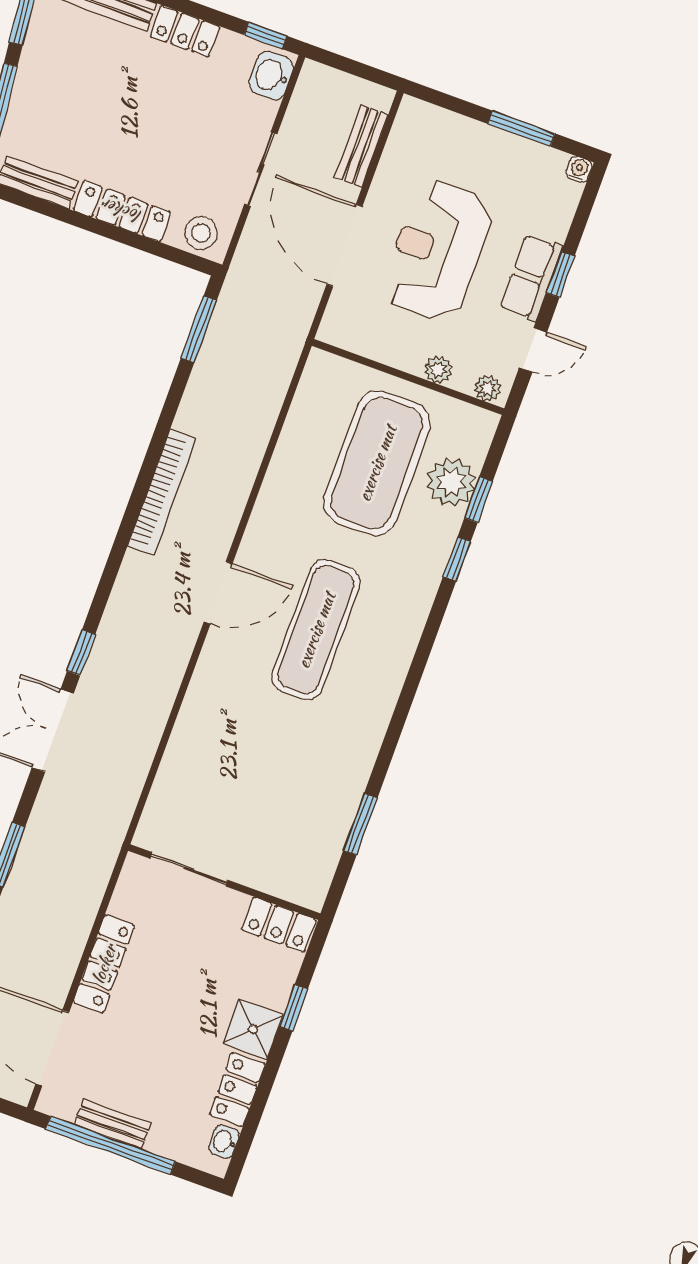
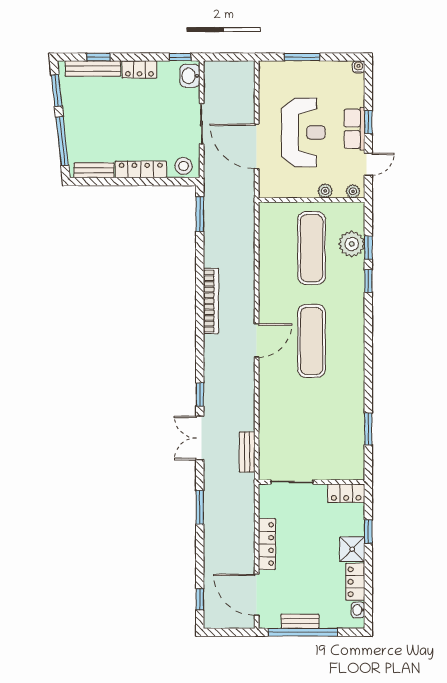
window: (521, 129) -> (302, 57), moved
bench: (361, 146) -> (247, 452), moved
reception desk: (437, 251) -> (303, 132), turned 180
exercise mat: (377, 463) -> (312, 248), width x0.68

